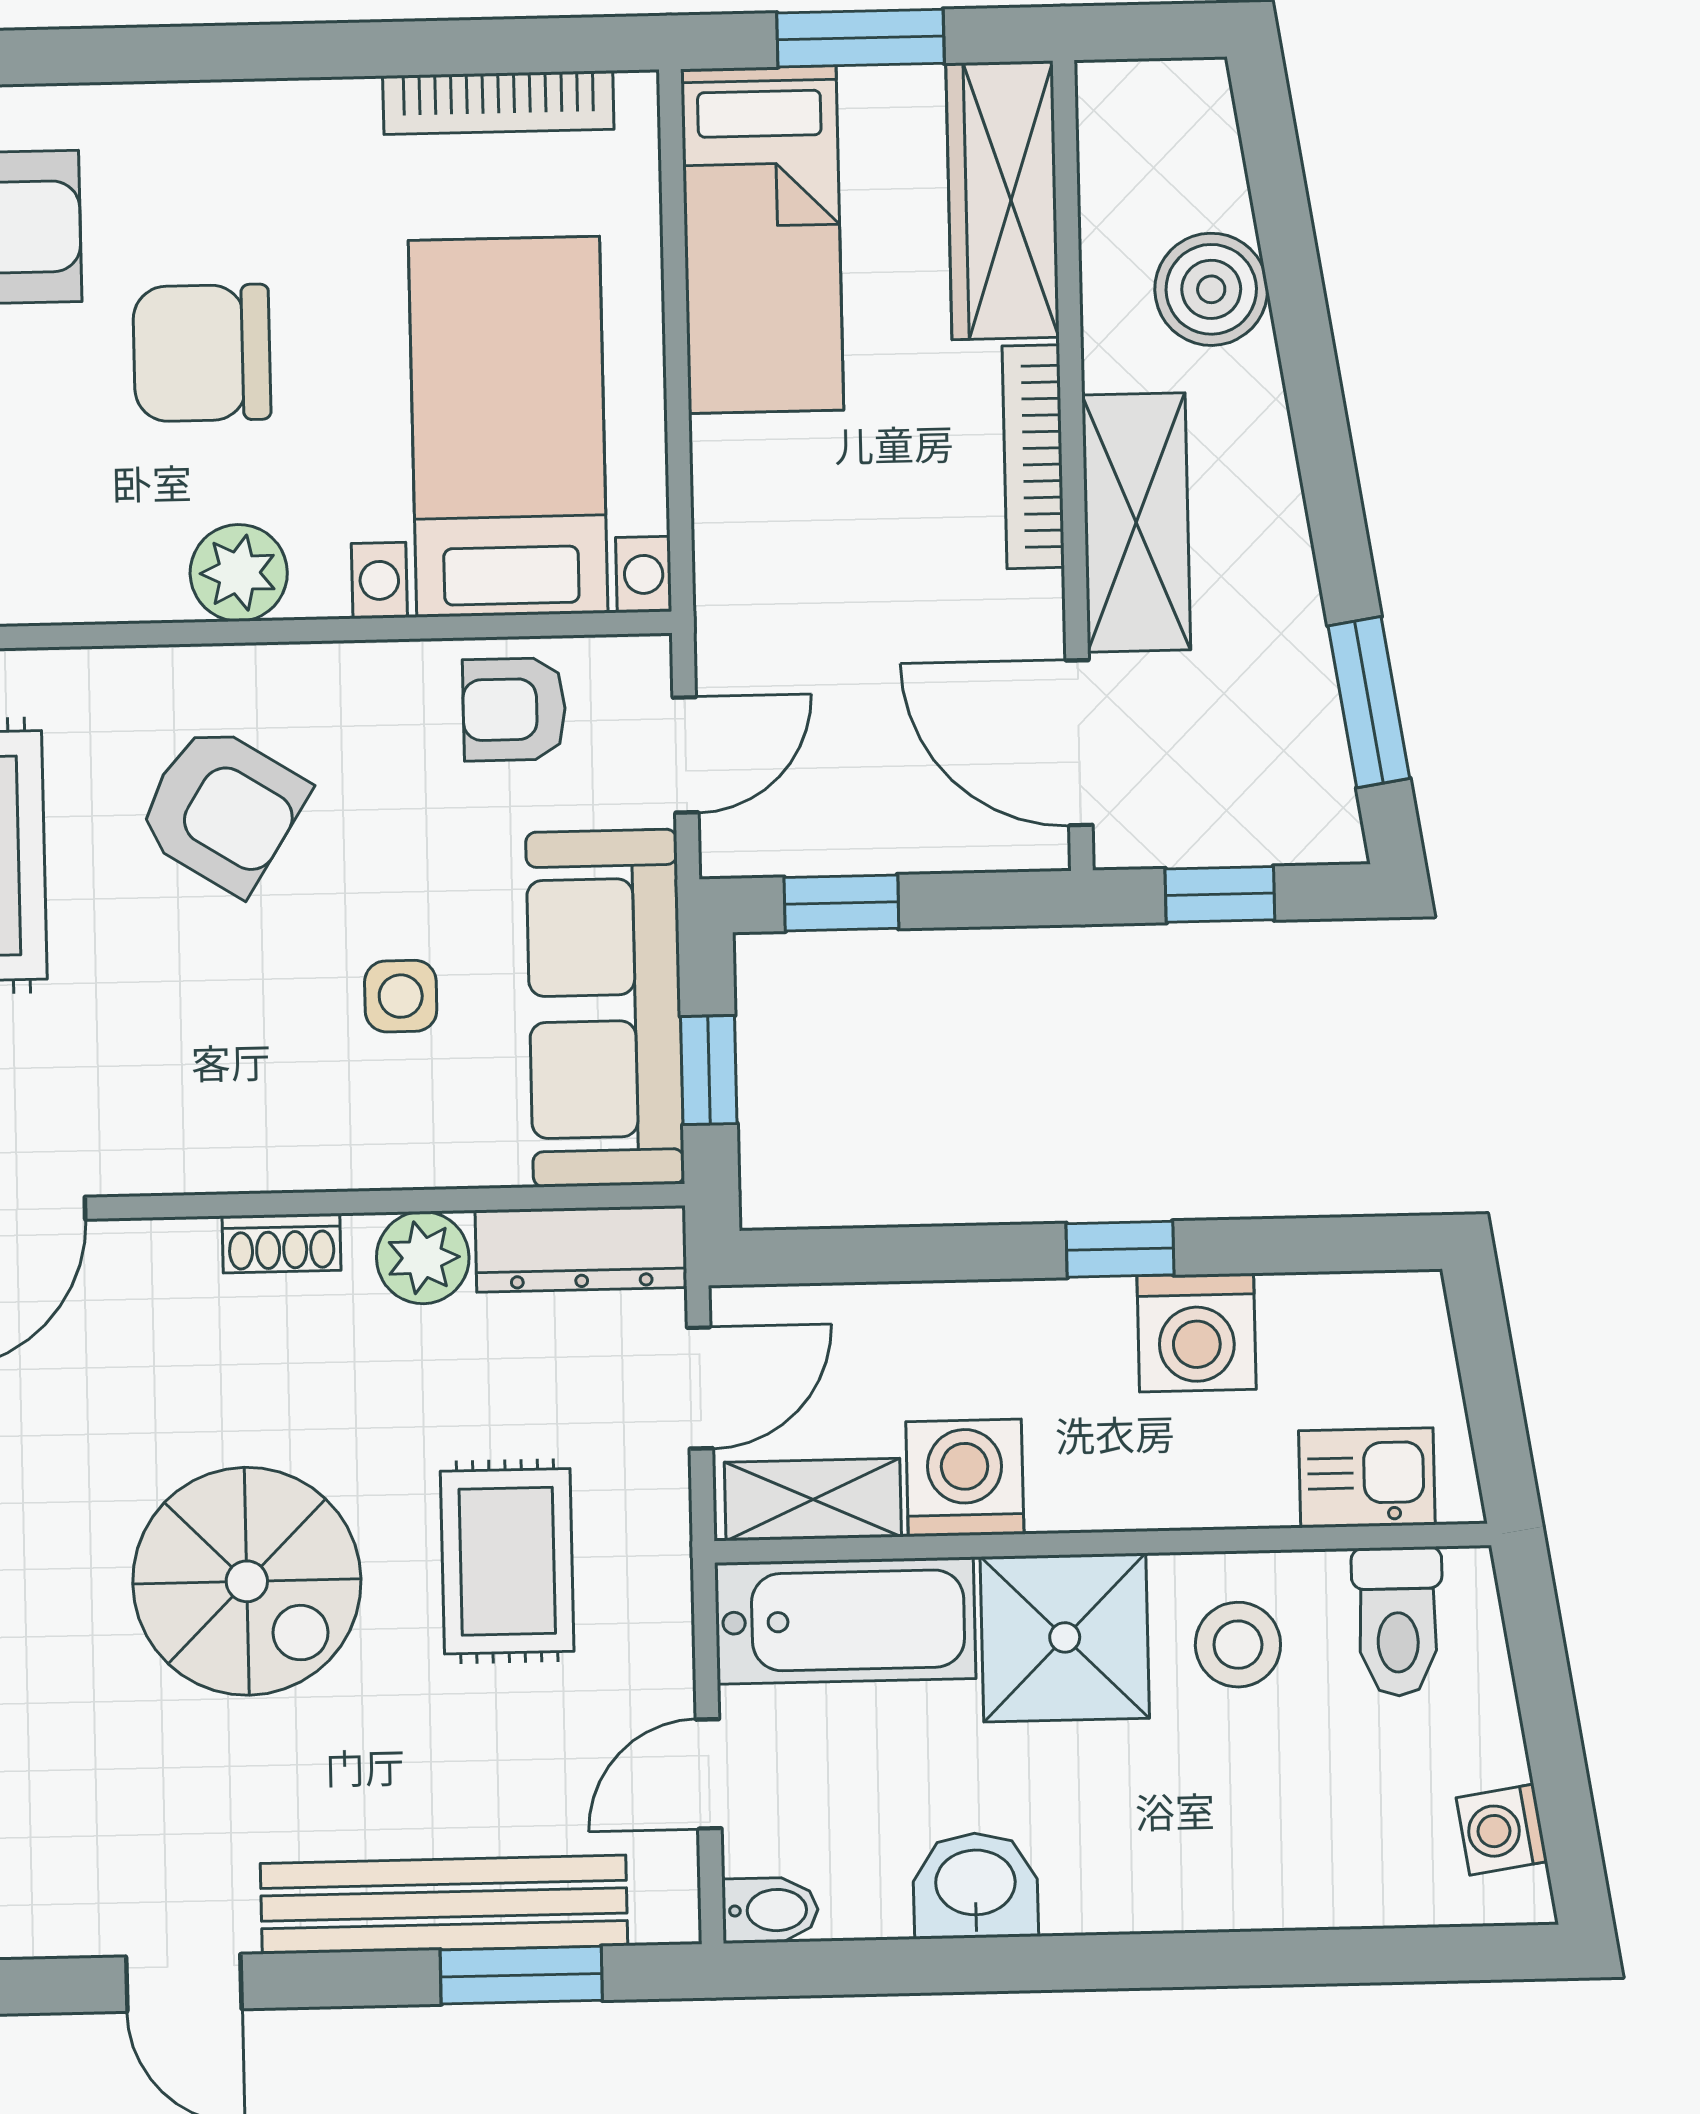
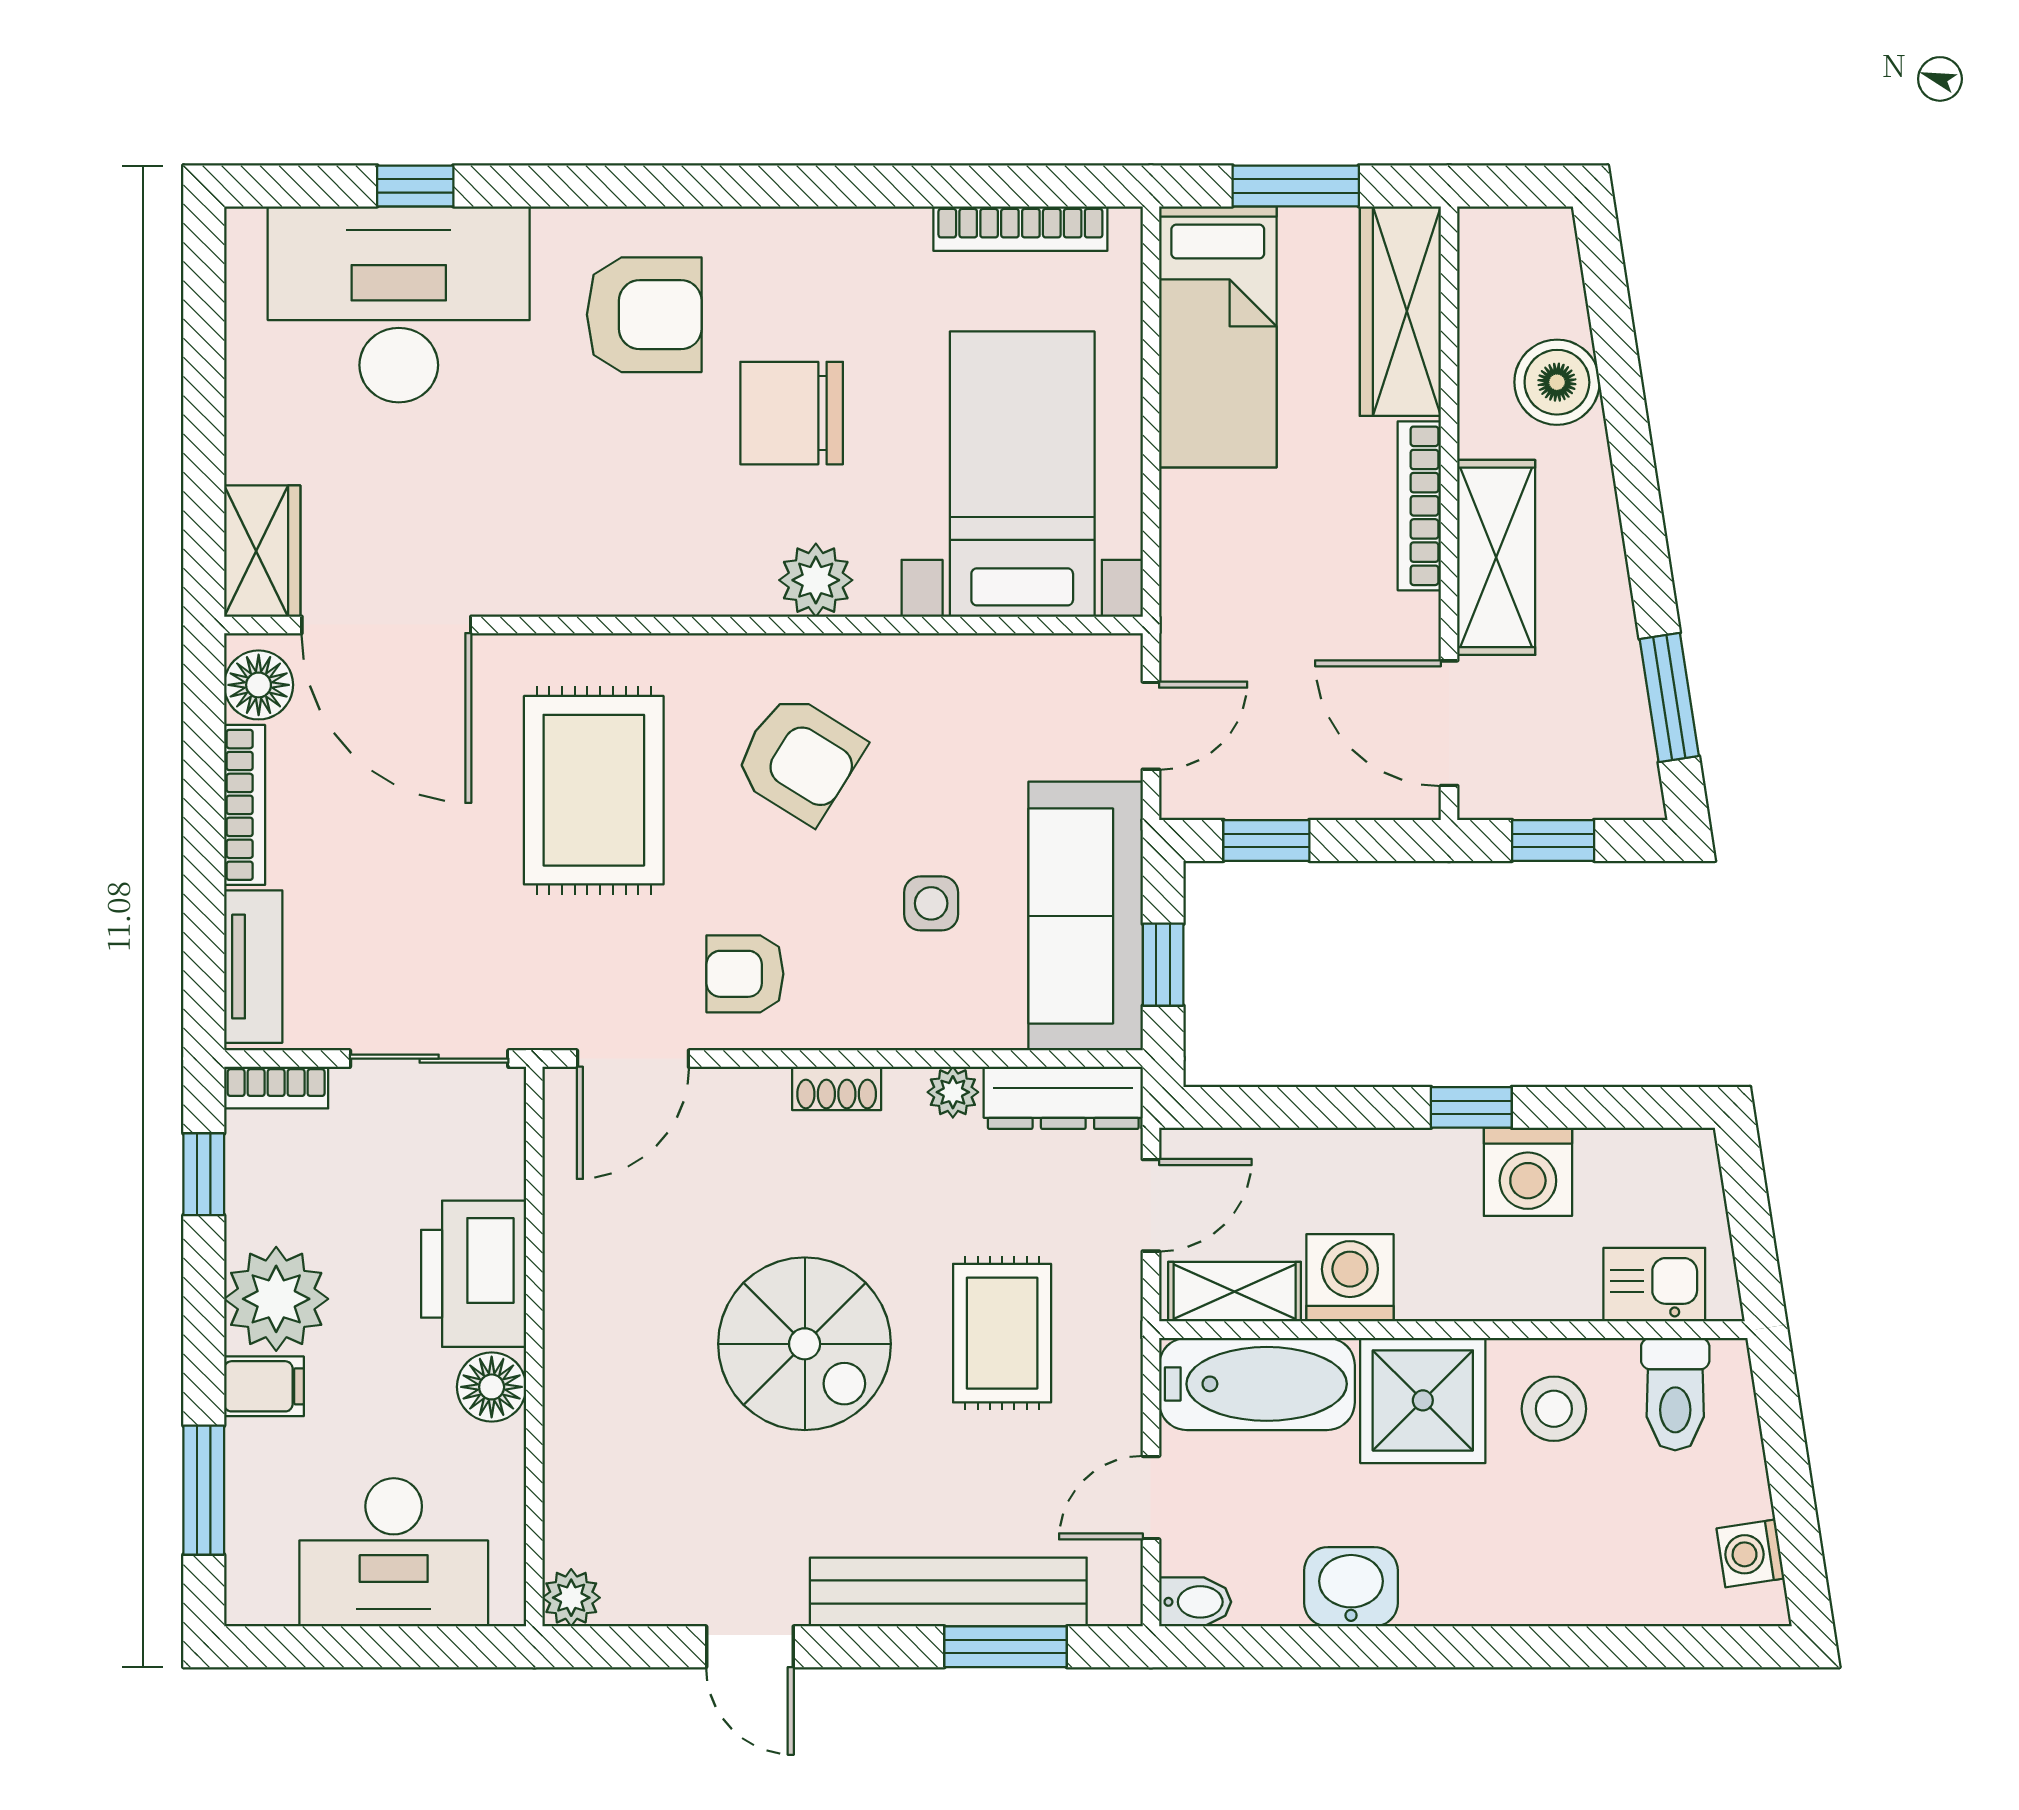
armchair: (514, 709) -> (745, 974), moved
plant: (423, 1258) -> (953, 1092), width x0.73, depth x0.73

